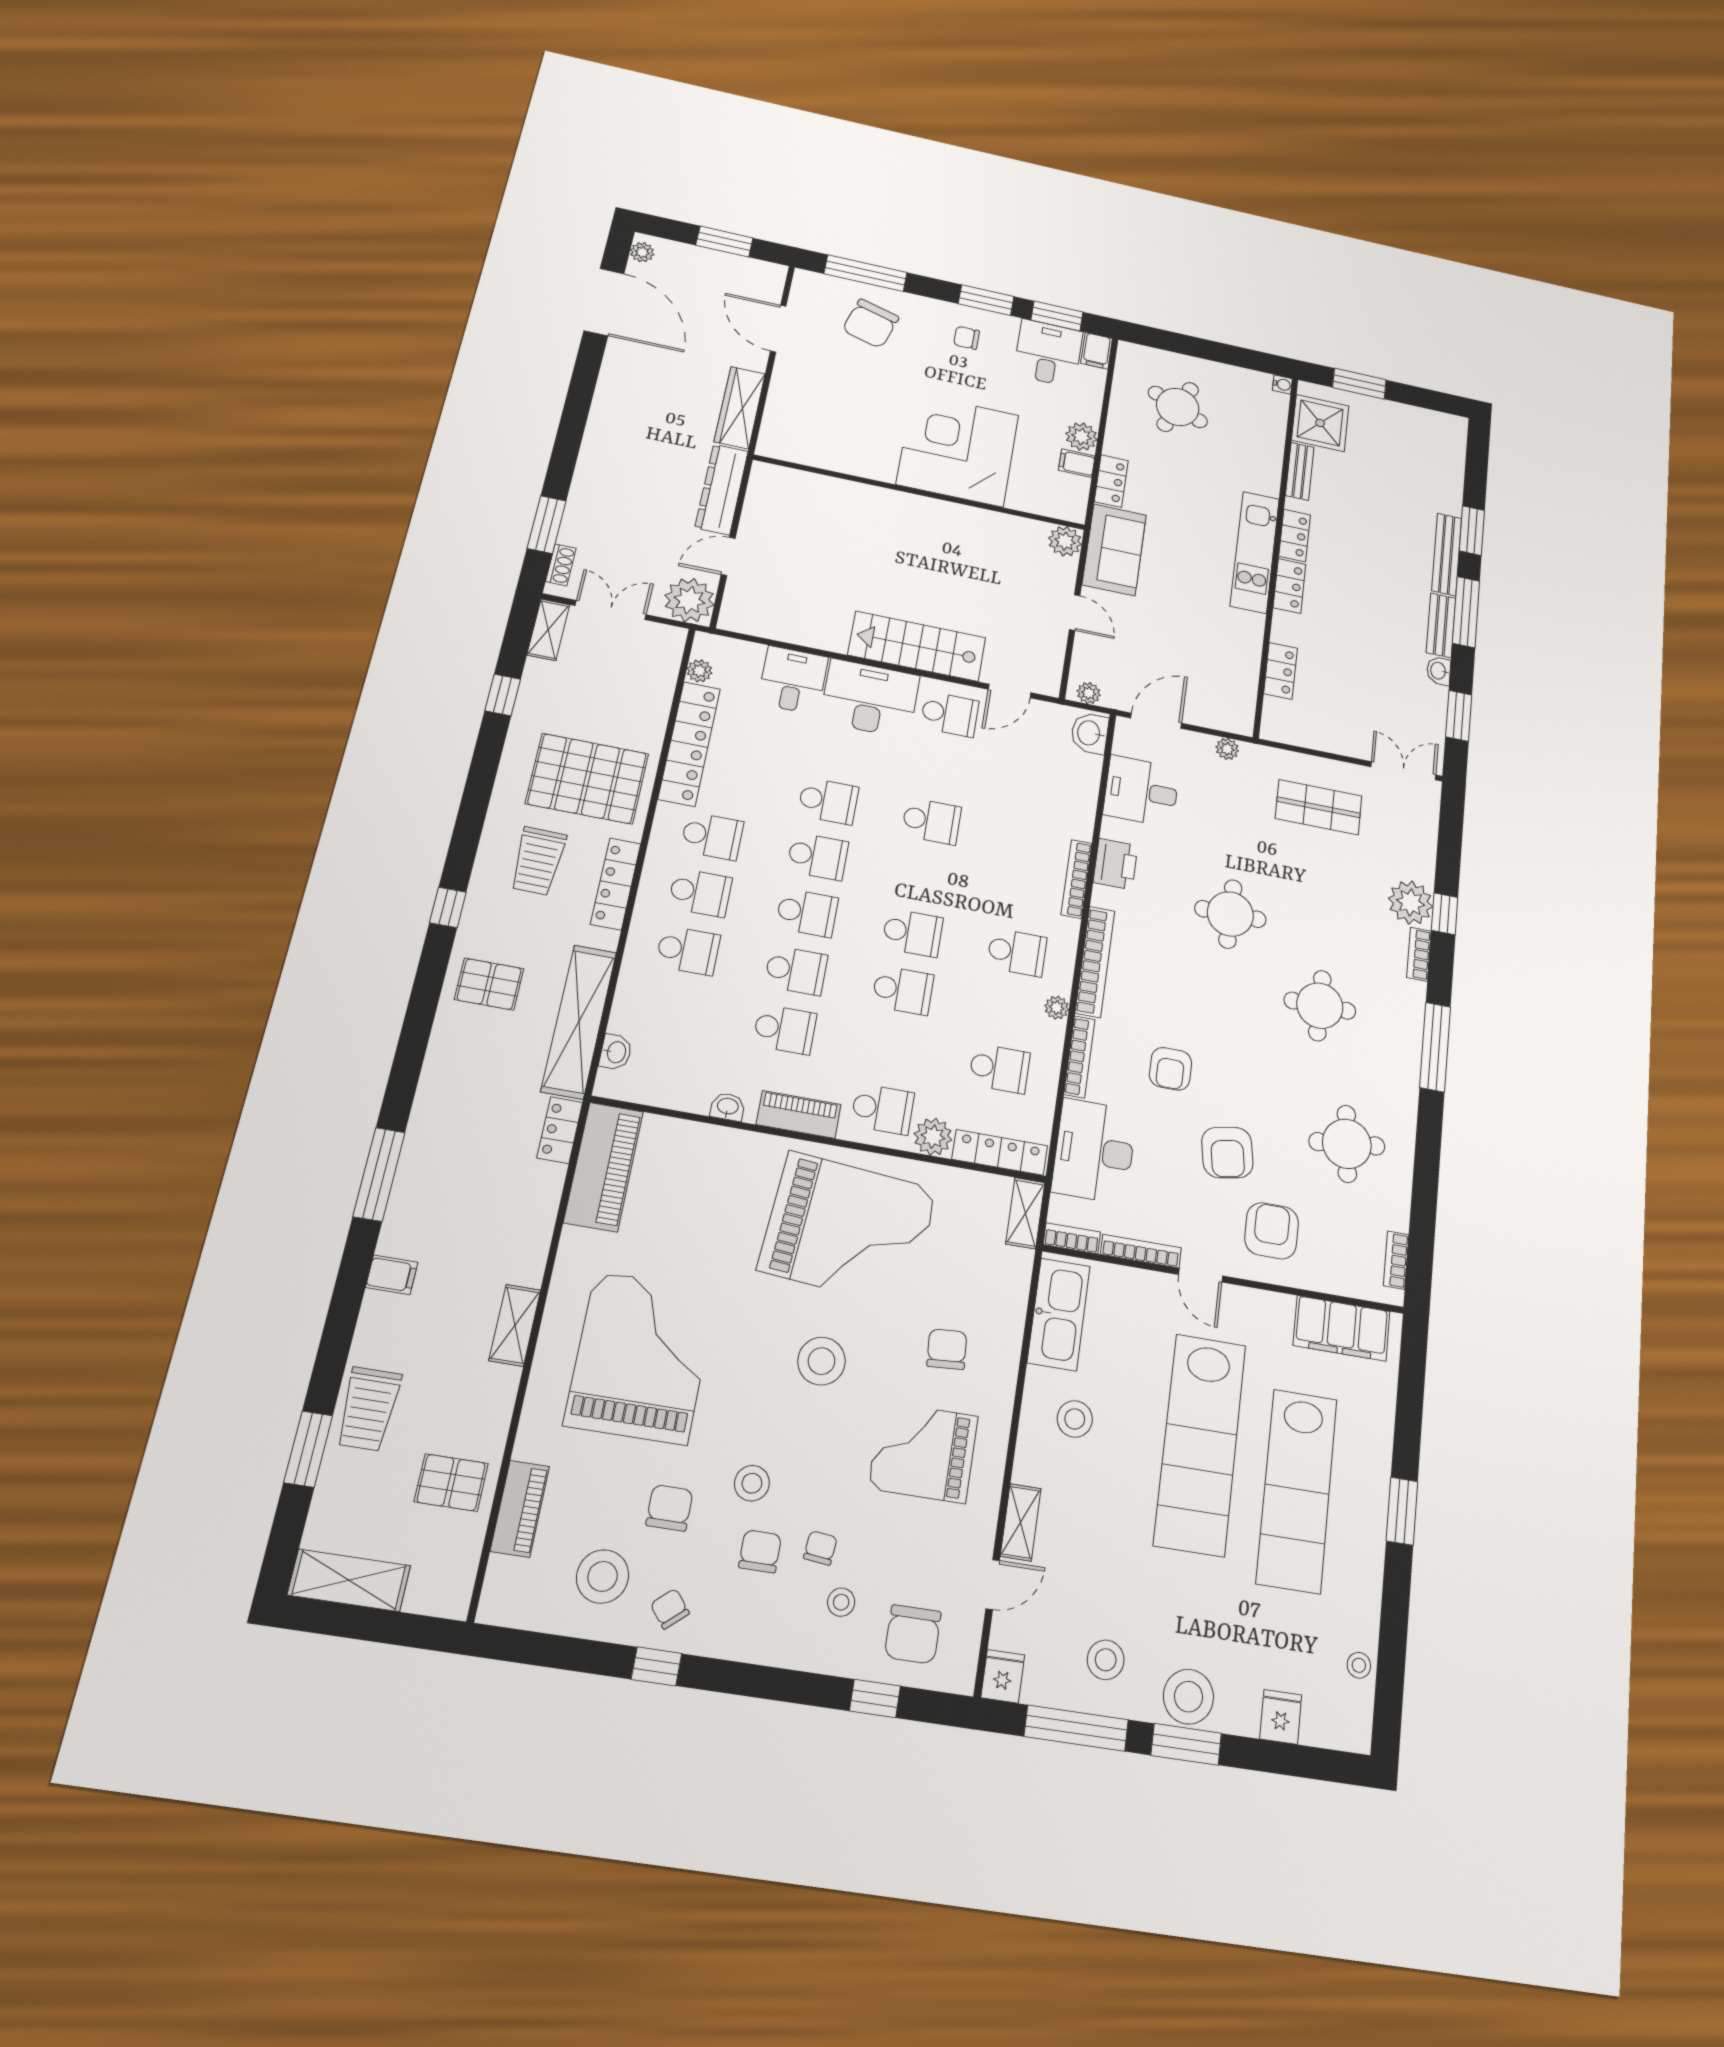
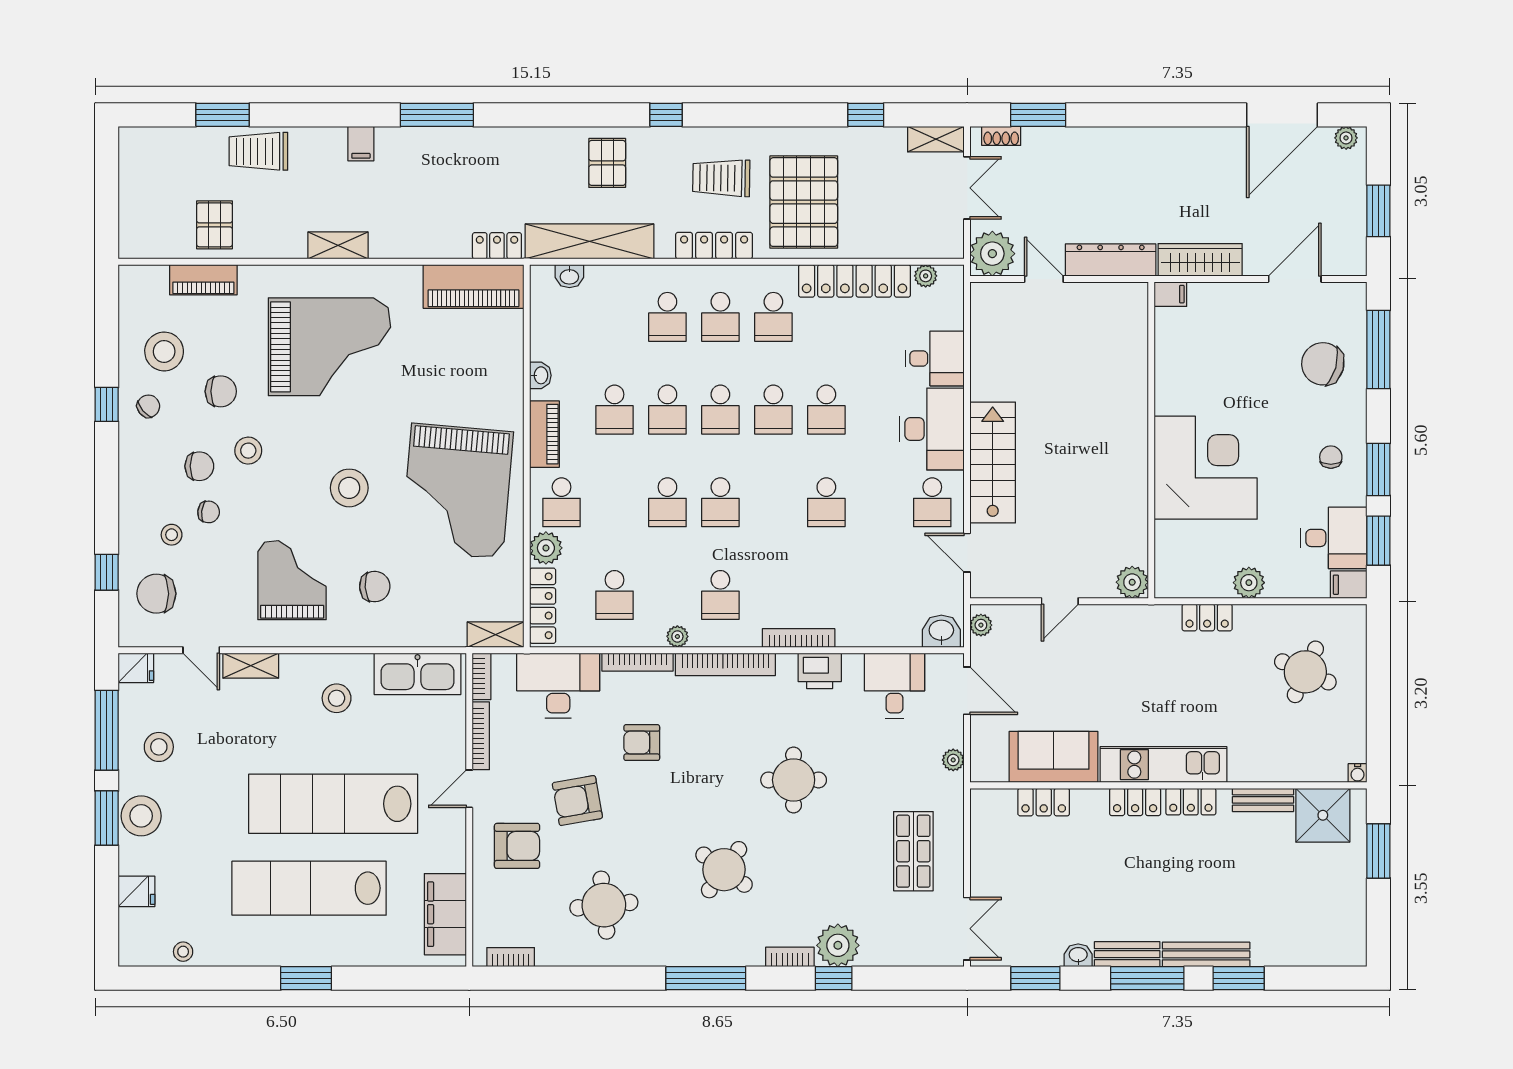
filing cabinet: (1077, 463) -> (1170, 294), moved, turned 90
sofa: (1114, 550) -> (1053, 757), moved, turned 180
round table: (1320, 1006) -> (724, 870), turned 36
shelving: (349, 1580) -> (135, 168), removed

